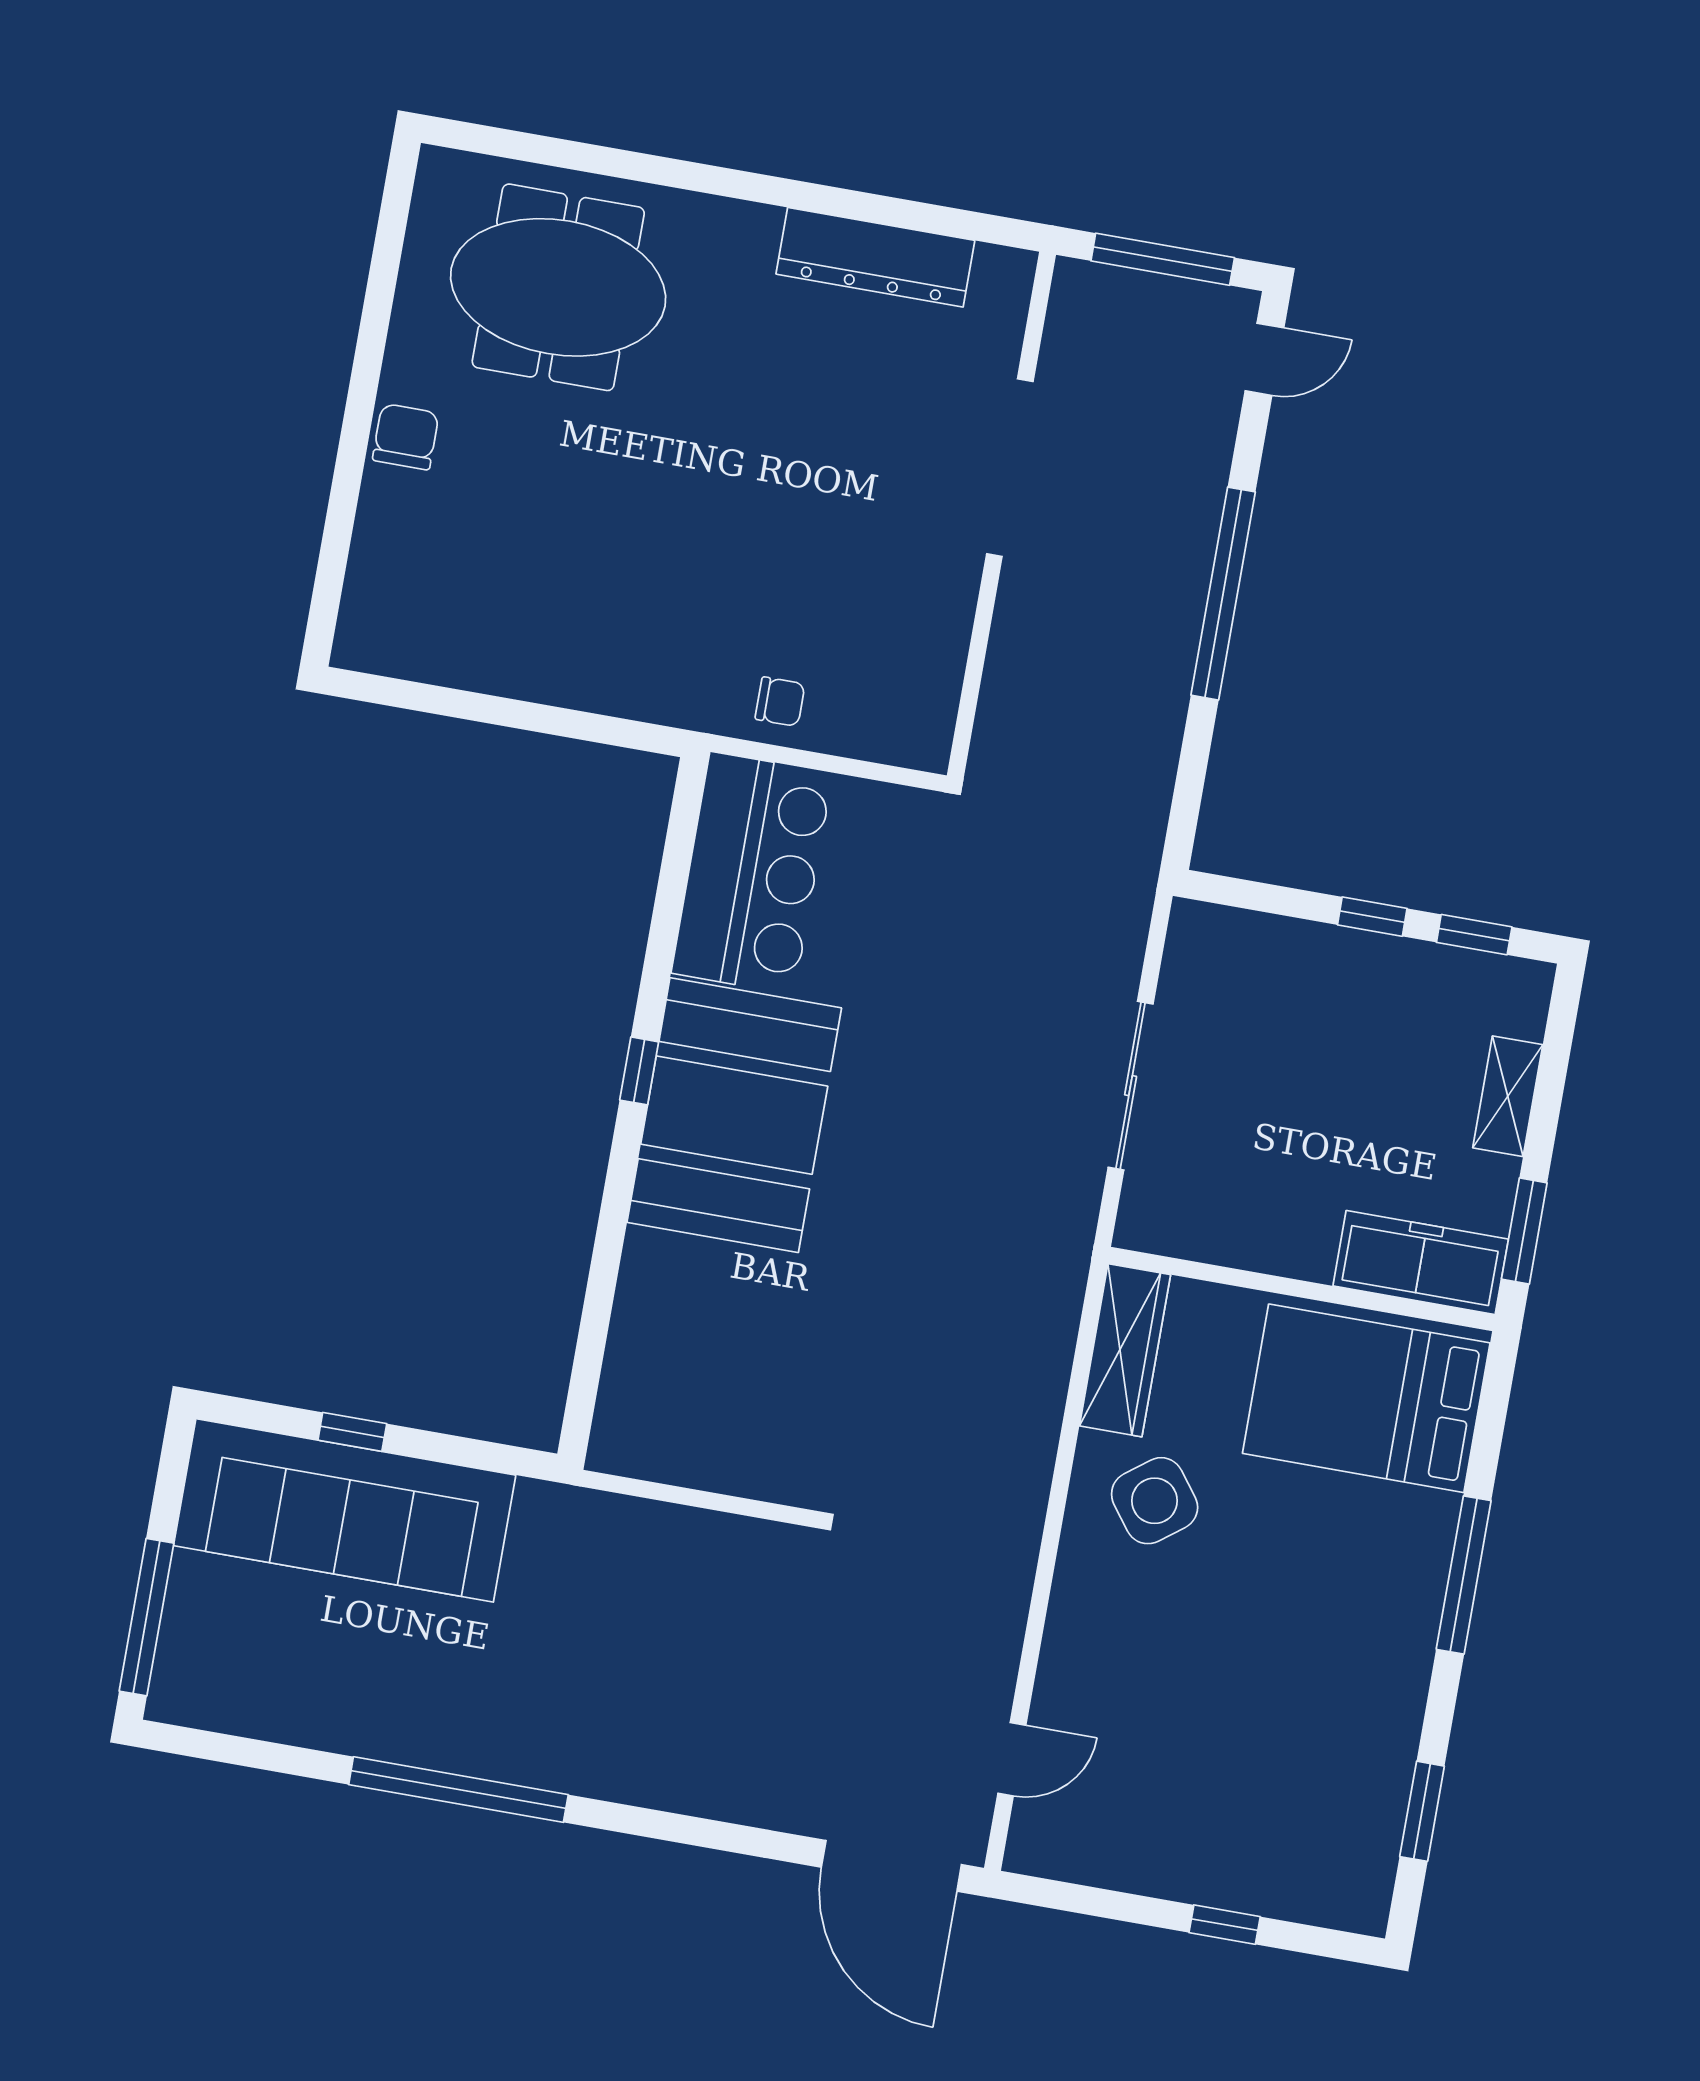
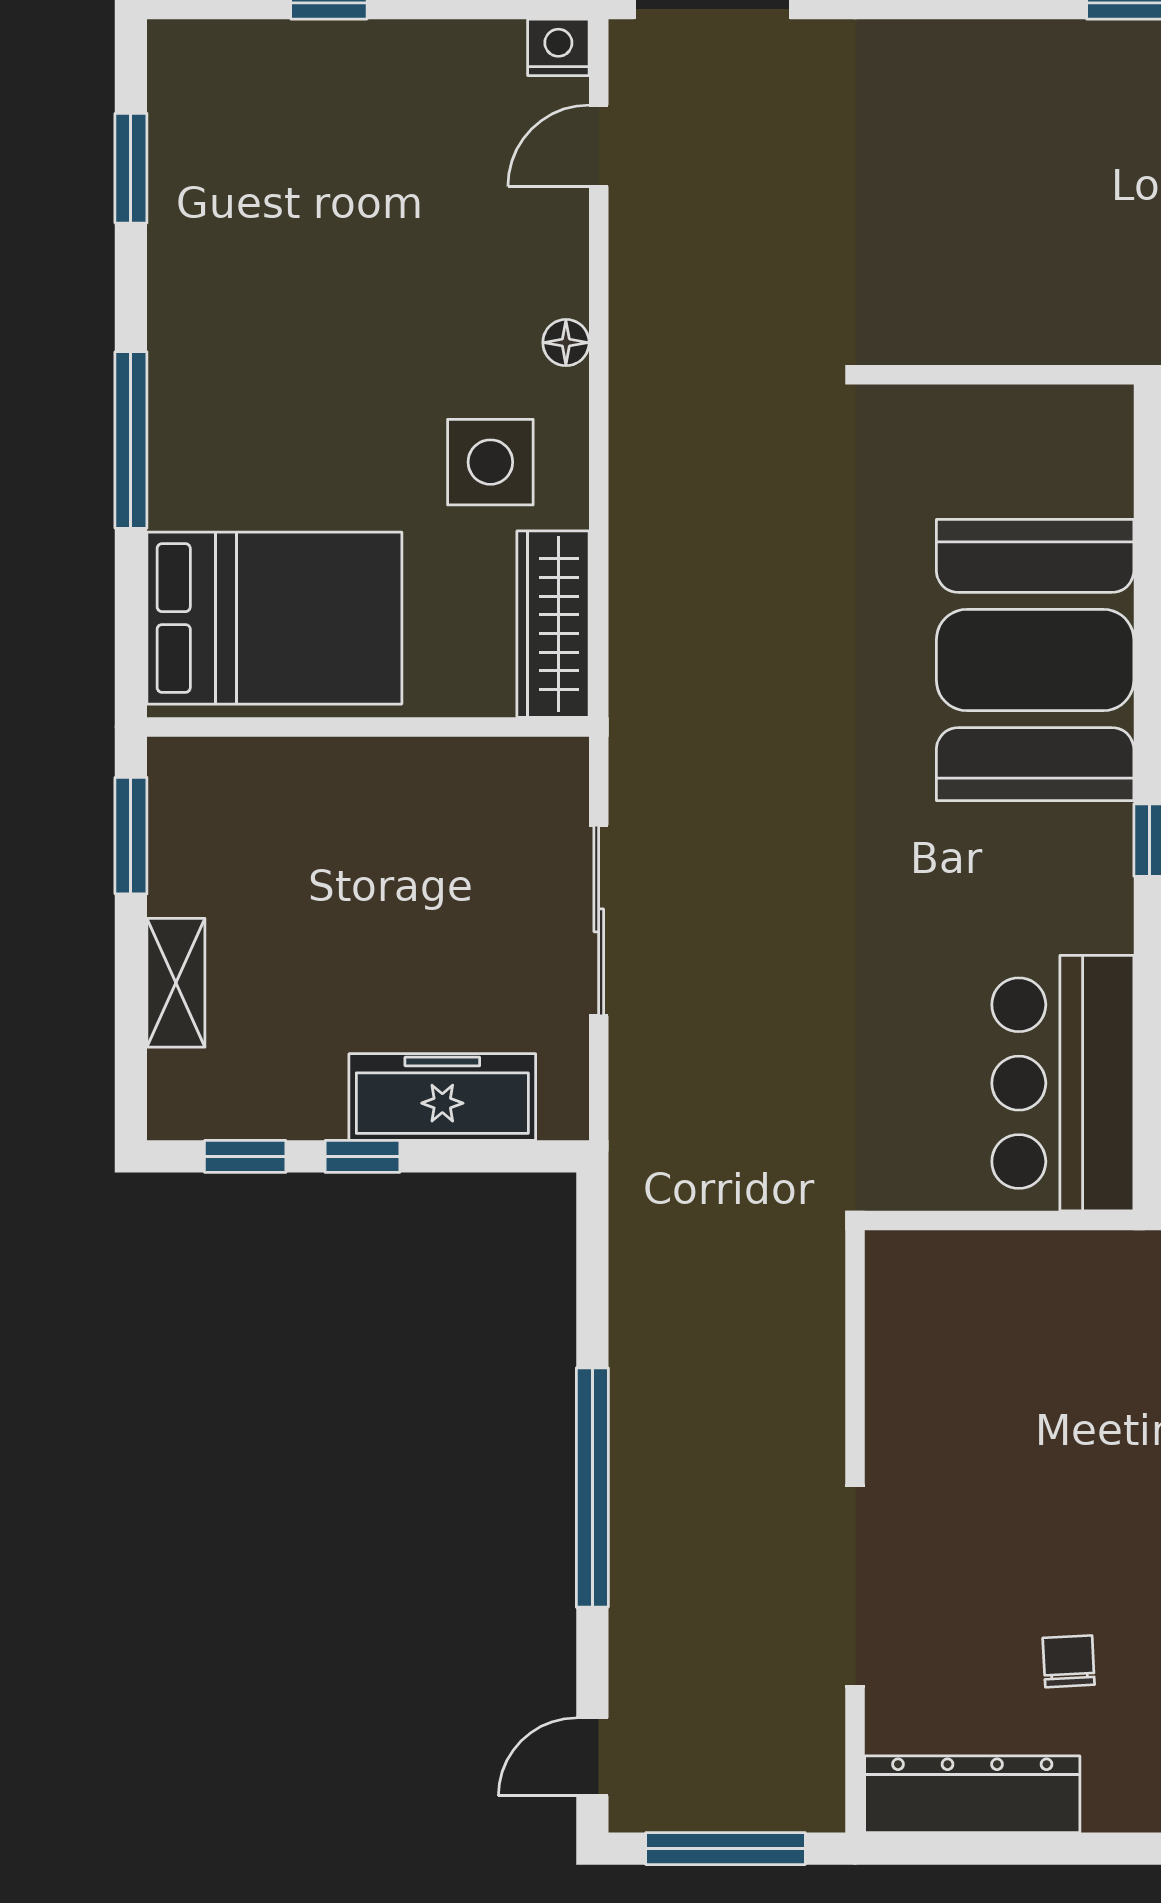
dresser: (875, 257) -> (972, 1794), moved
chair: (780, 702) -> (1069, 1661), moved, turned 87
booth: (734, 1115) -> (1035, 660), moved
freezer: (1421, 1263) -> (442, 1097), moved, turned 180
side table: (1155, 1501) -> (490, 462), turned 37
floor lamp: (1071, 1593) -> (566, 343), added
nightstand: (1032, 1851) -> (558, 47), added

